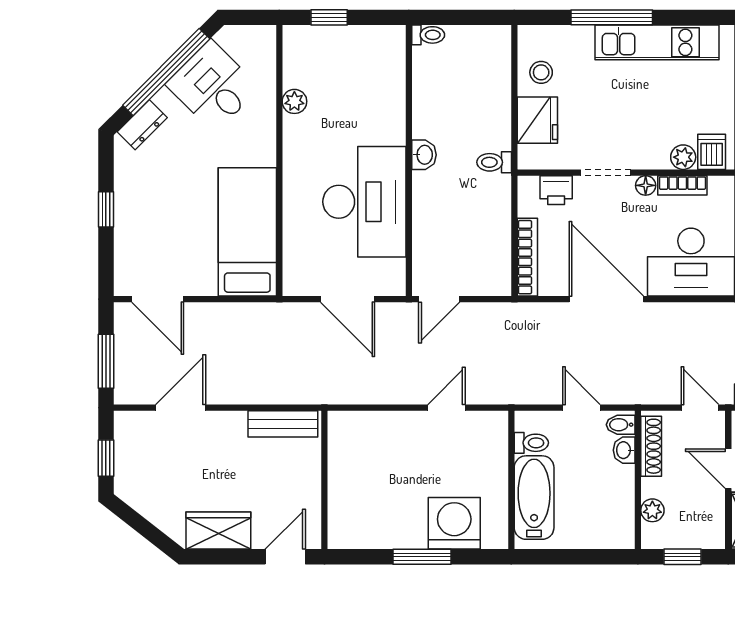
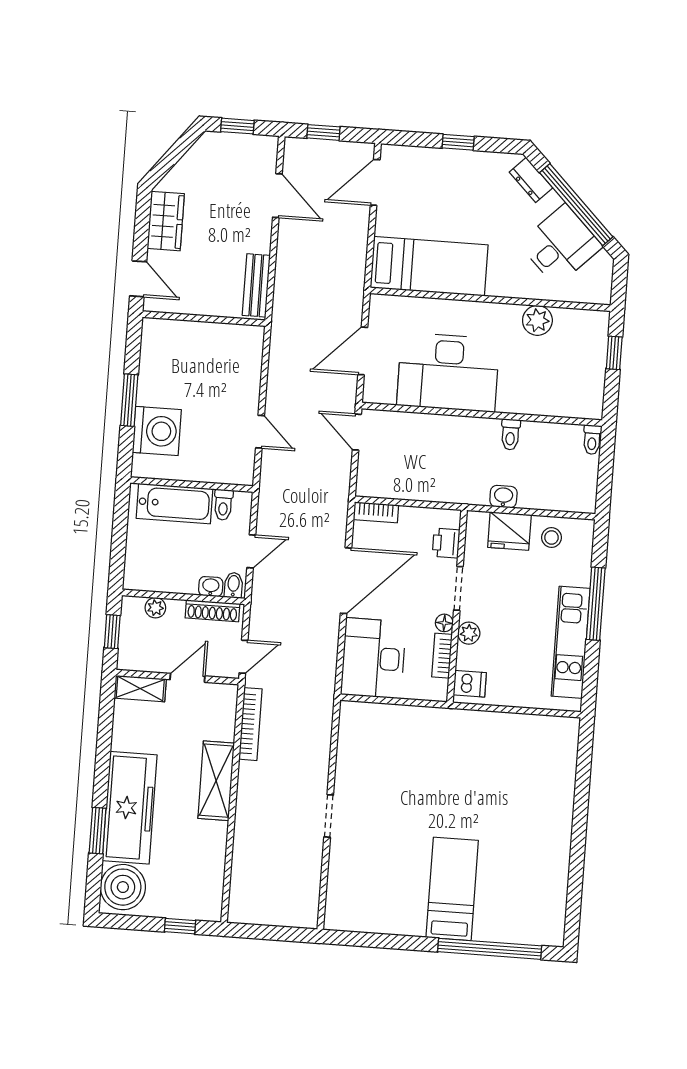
plant: (294, 101) -> (537, 320), width x1.38, depth x1.38
washbasin: (424, 155) -> (503, 497), moved, turned 180
plant: (683, 157) -> (469, 633), moved
toilet: (494, 162) -> (510, 434), moved, turned 180
bookcase: (527, 257) -> (376, 512), width x0.64
window: (106, 361) -> (323, 132), width x0.67

